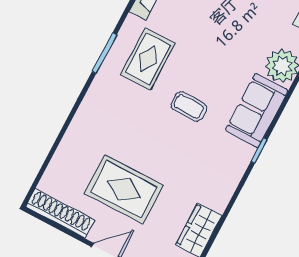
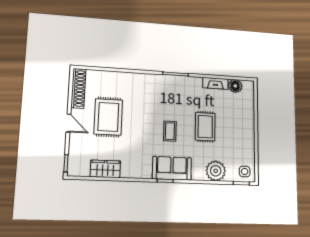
rug: (148, 59) -> (205, 127), moved, turned 90
sofa: (257, 110) -> (172, 168), moved

